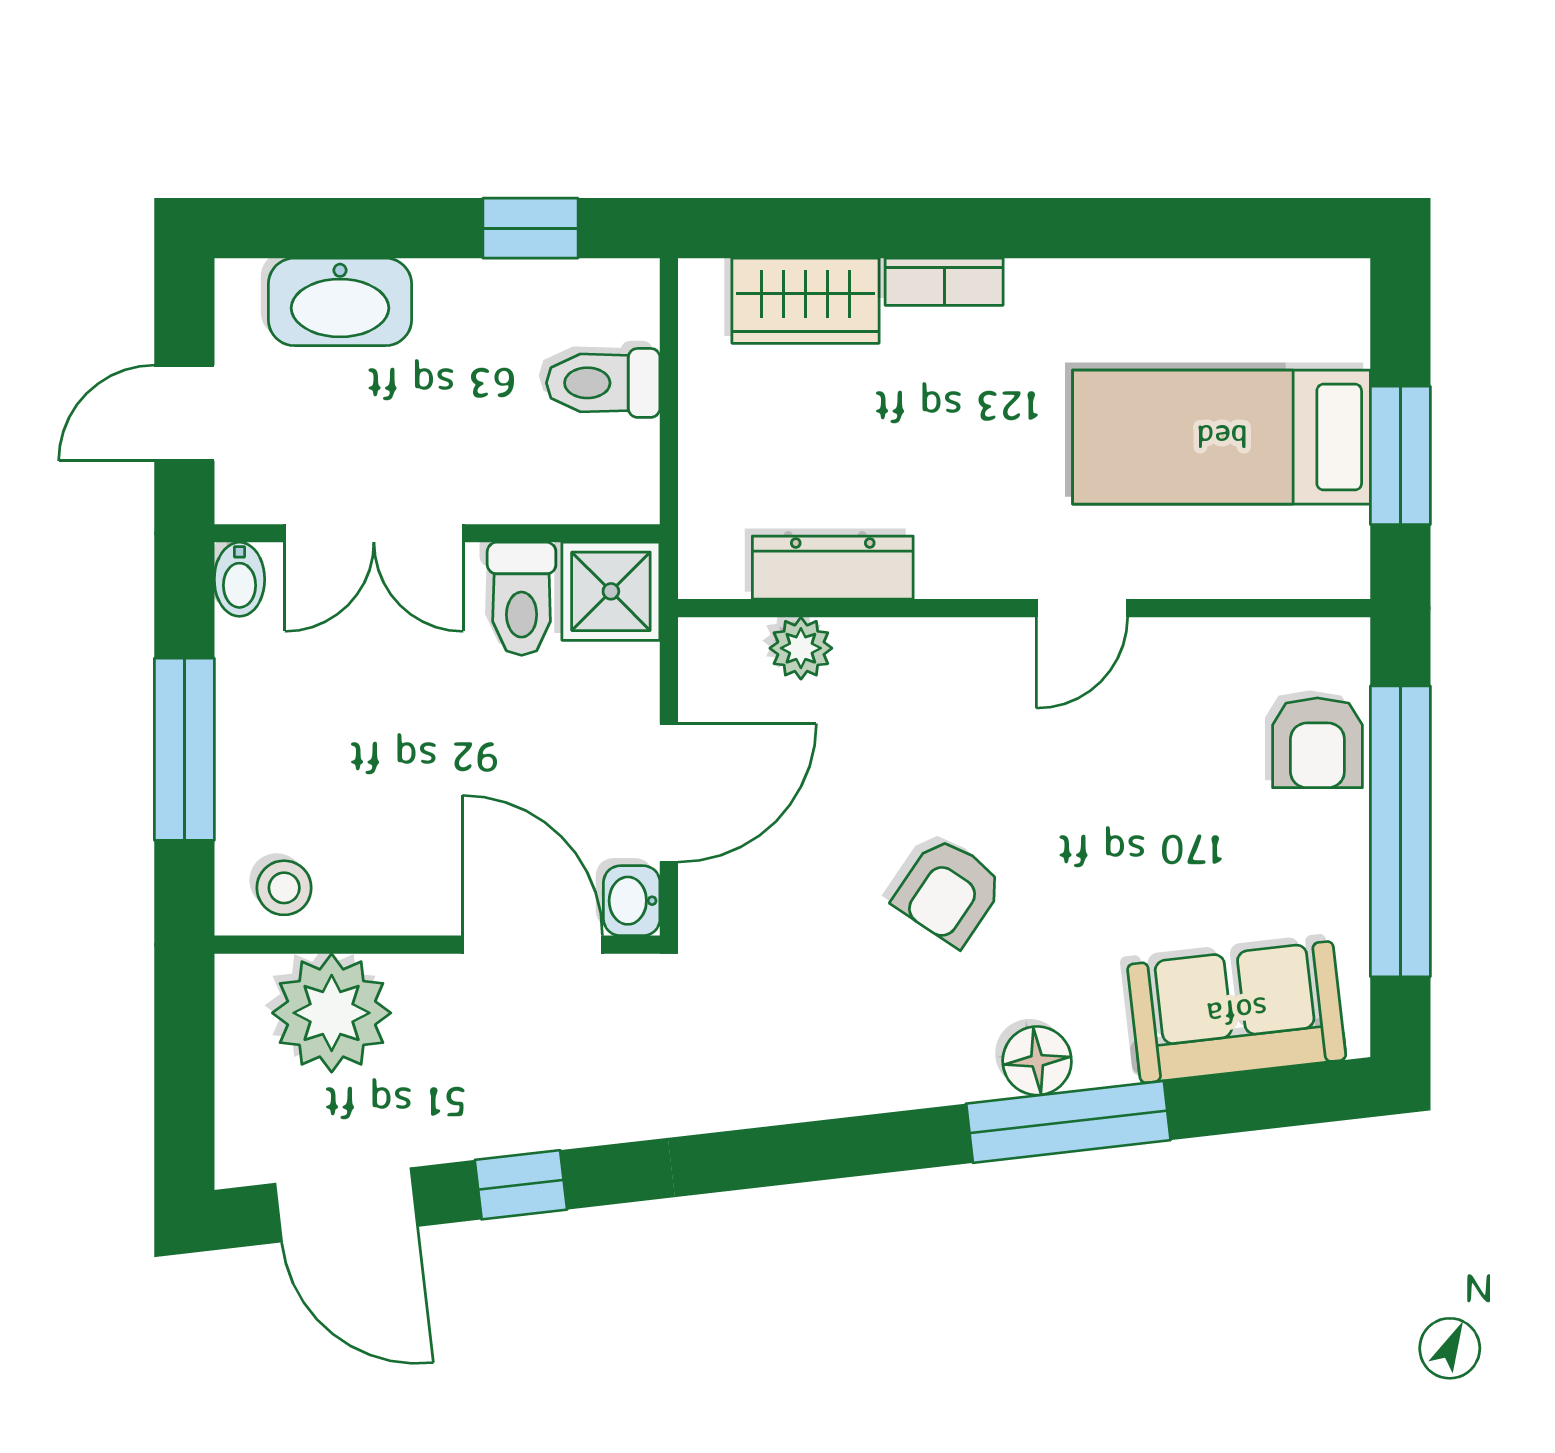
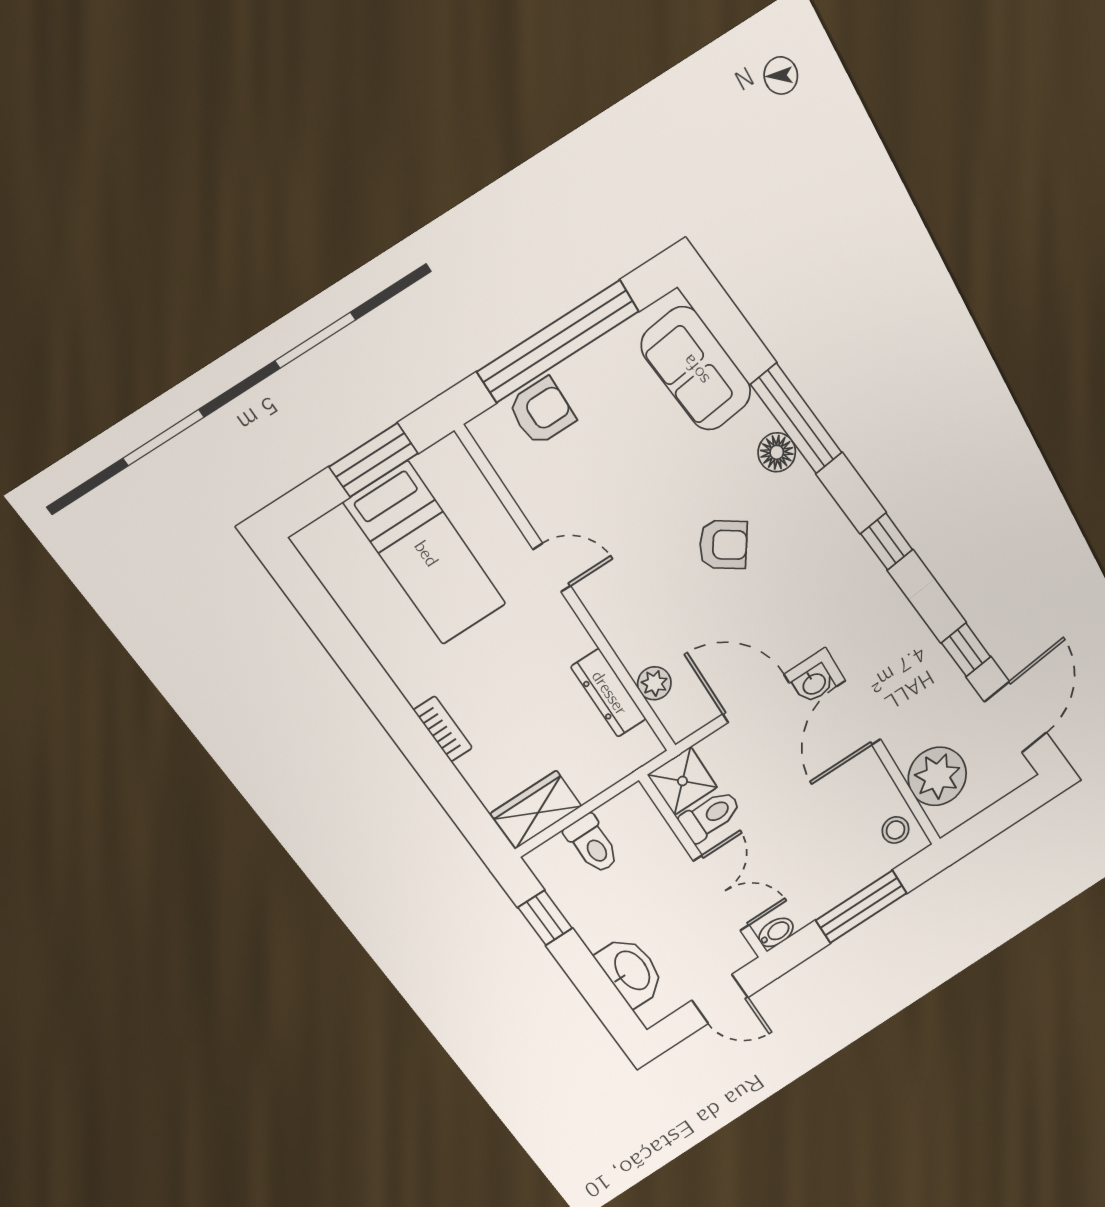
wardrobe: (806, 301) -> (536, 810), moved, turned -90
window: (787, 1154) -> (887, 542), added

